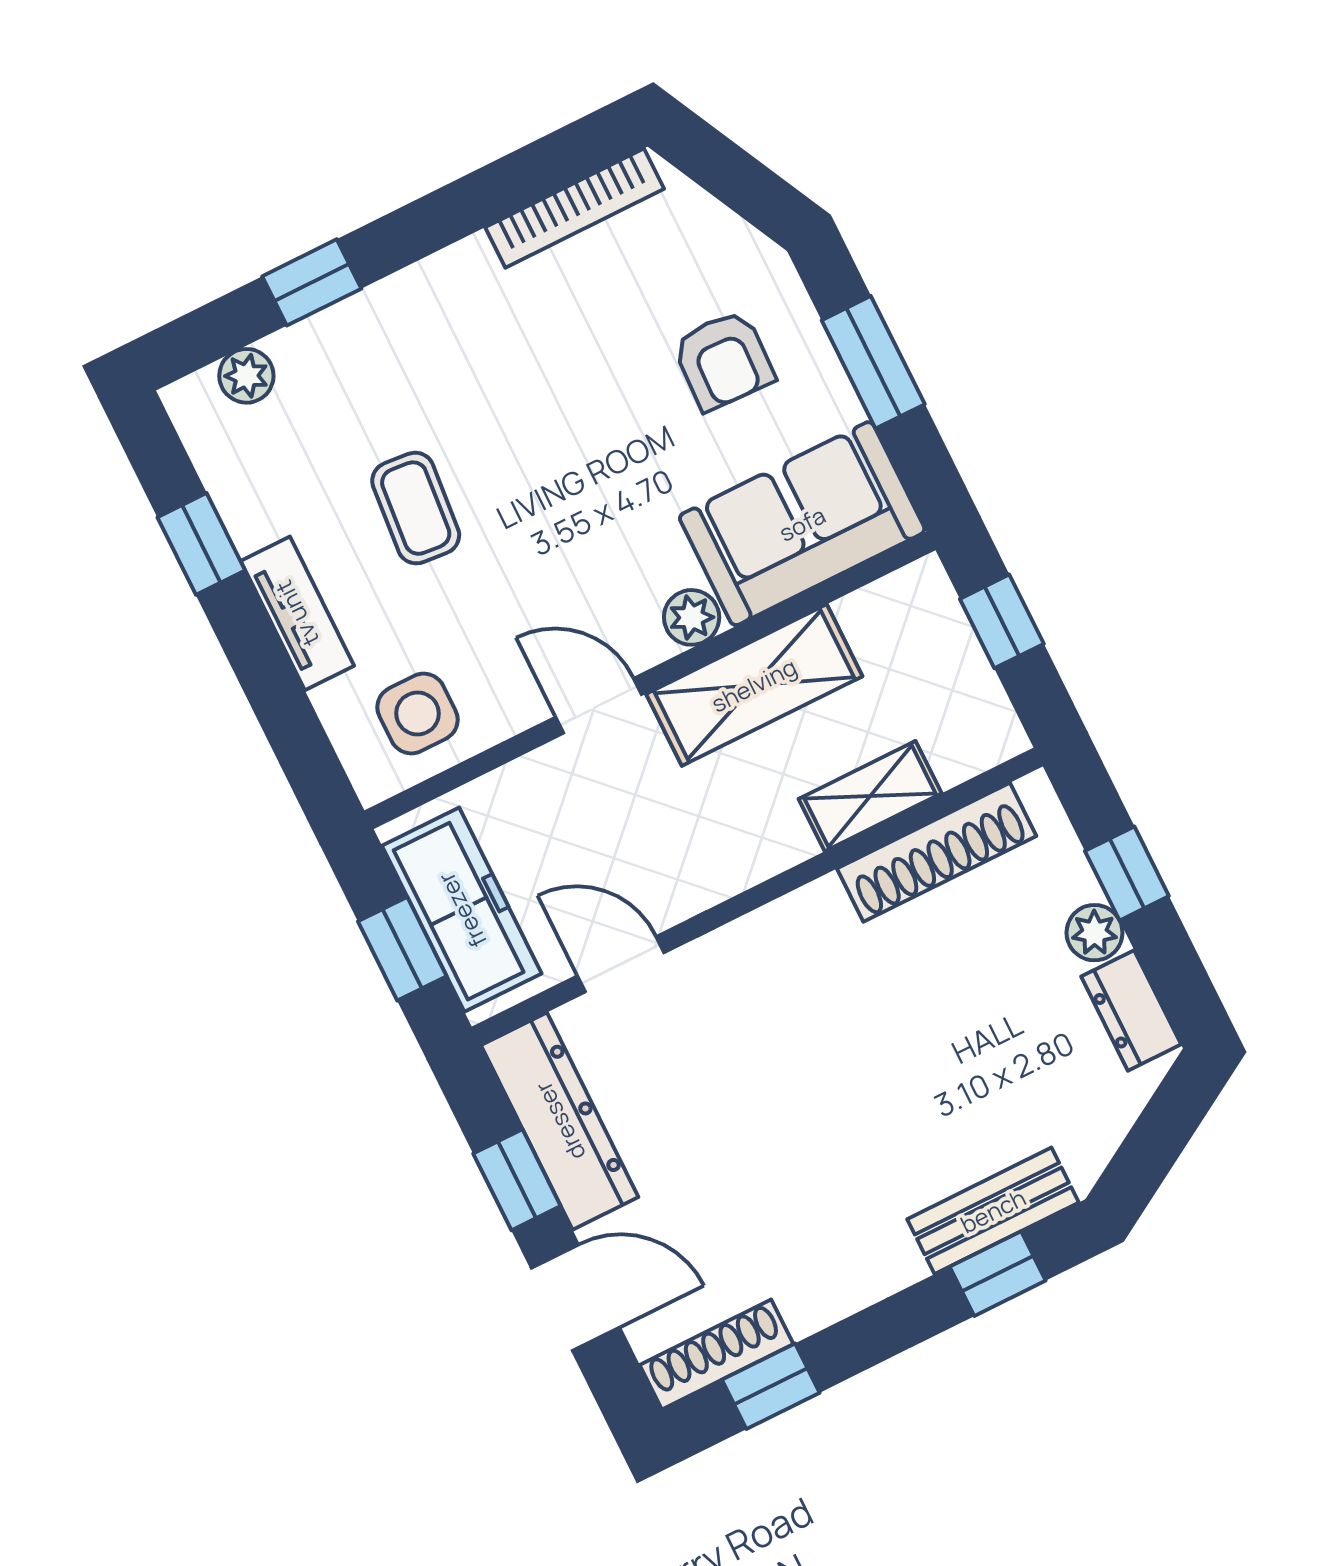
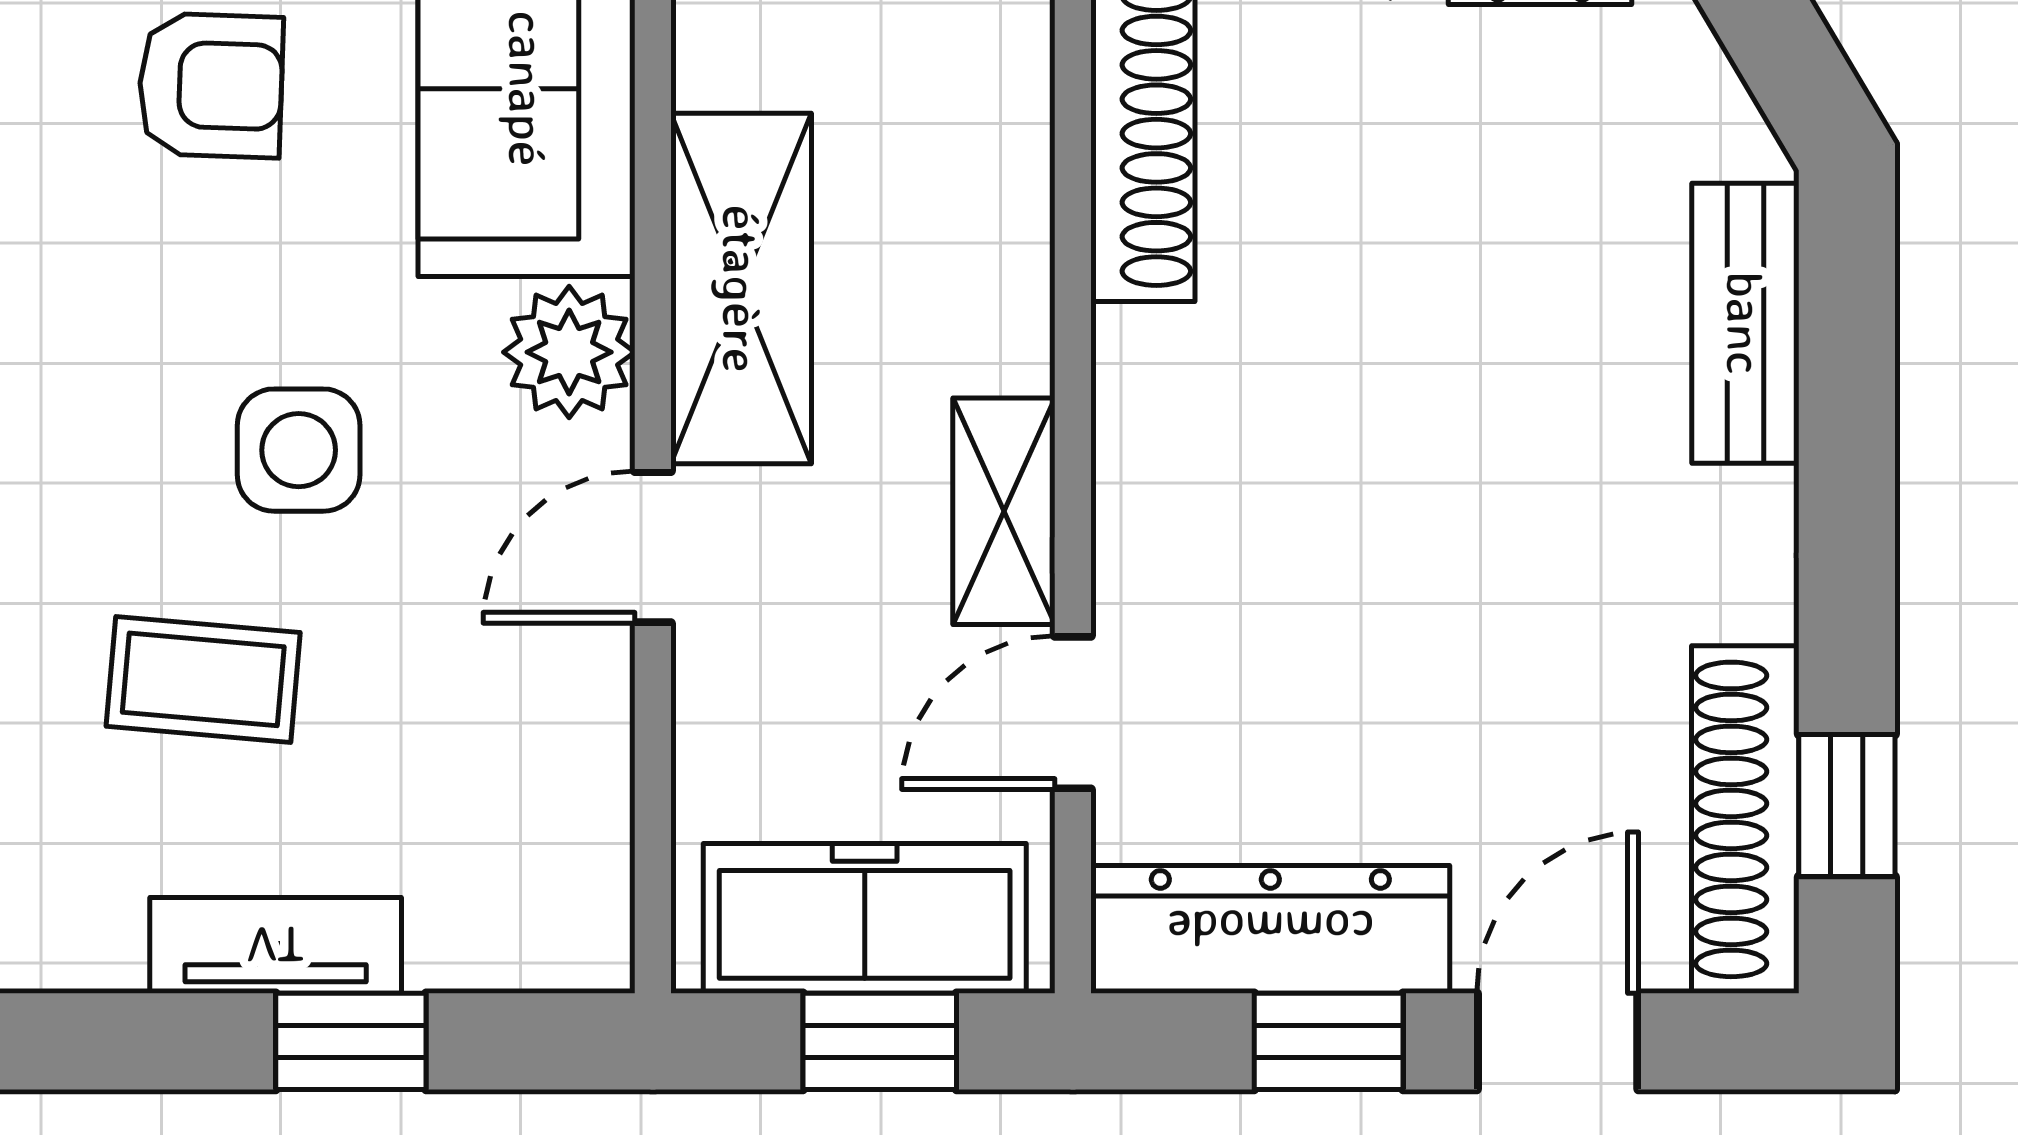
window: (201, 544) -> (351, 1041), moved
plant: (692, 617) -> (569, 352), width x1.38, depth x1.38
side table: (418, 713) -> (299, 450), moved
shelving: (870, 796) -> (1004, 511), moved
window: (998, 1274) -> (1847, 365), removed
shoe rack: (717, 1355) -> (1745, 819), width x1.36, depth x1.24

